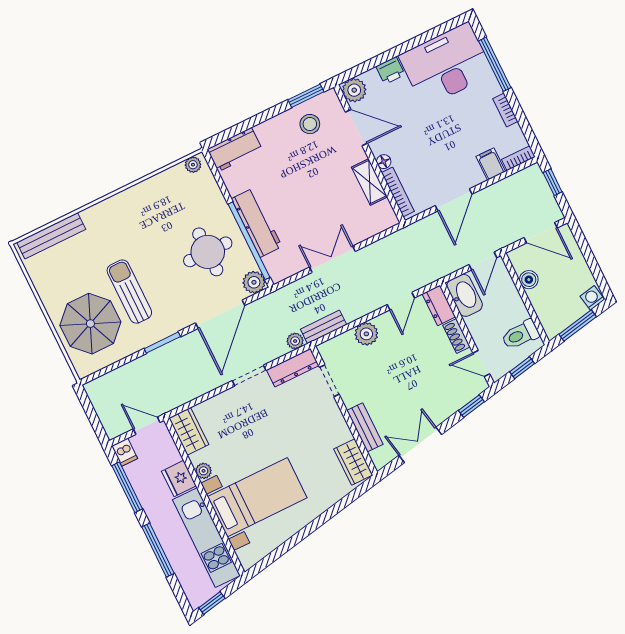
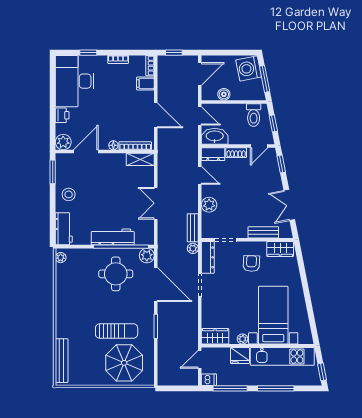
window: (495, 64) -> (88, 53), width x0.46
stool: (310, 124) -> (69, 194), moved
shelving: (370, 182) -> (140, 159), moved
sun lounger: (129, 292) -> (117, 331), turned 180
washing machine: (592, 298) -> (249, 68), width x1.89, depth x1.89
armchair: (314, 432) -> (251, 263), added

